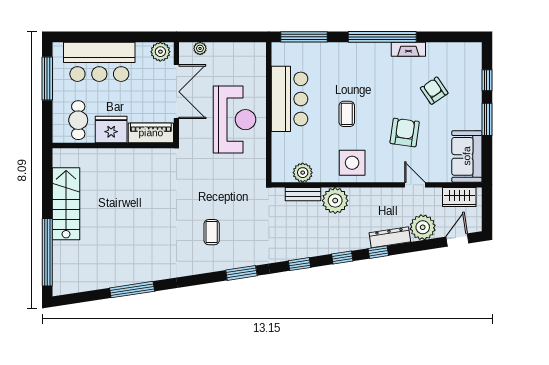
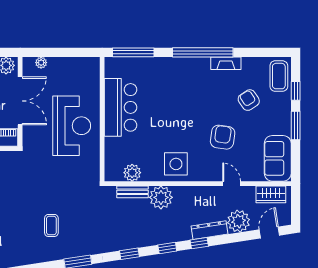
coffee table: (347, 114) -> (279, 76), moved, width x1.36, depth x1.30

